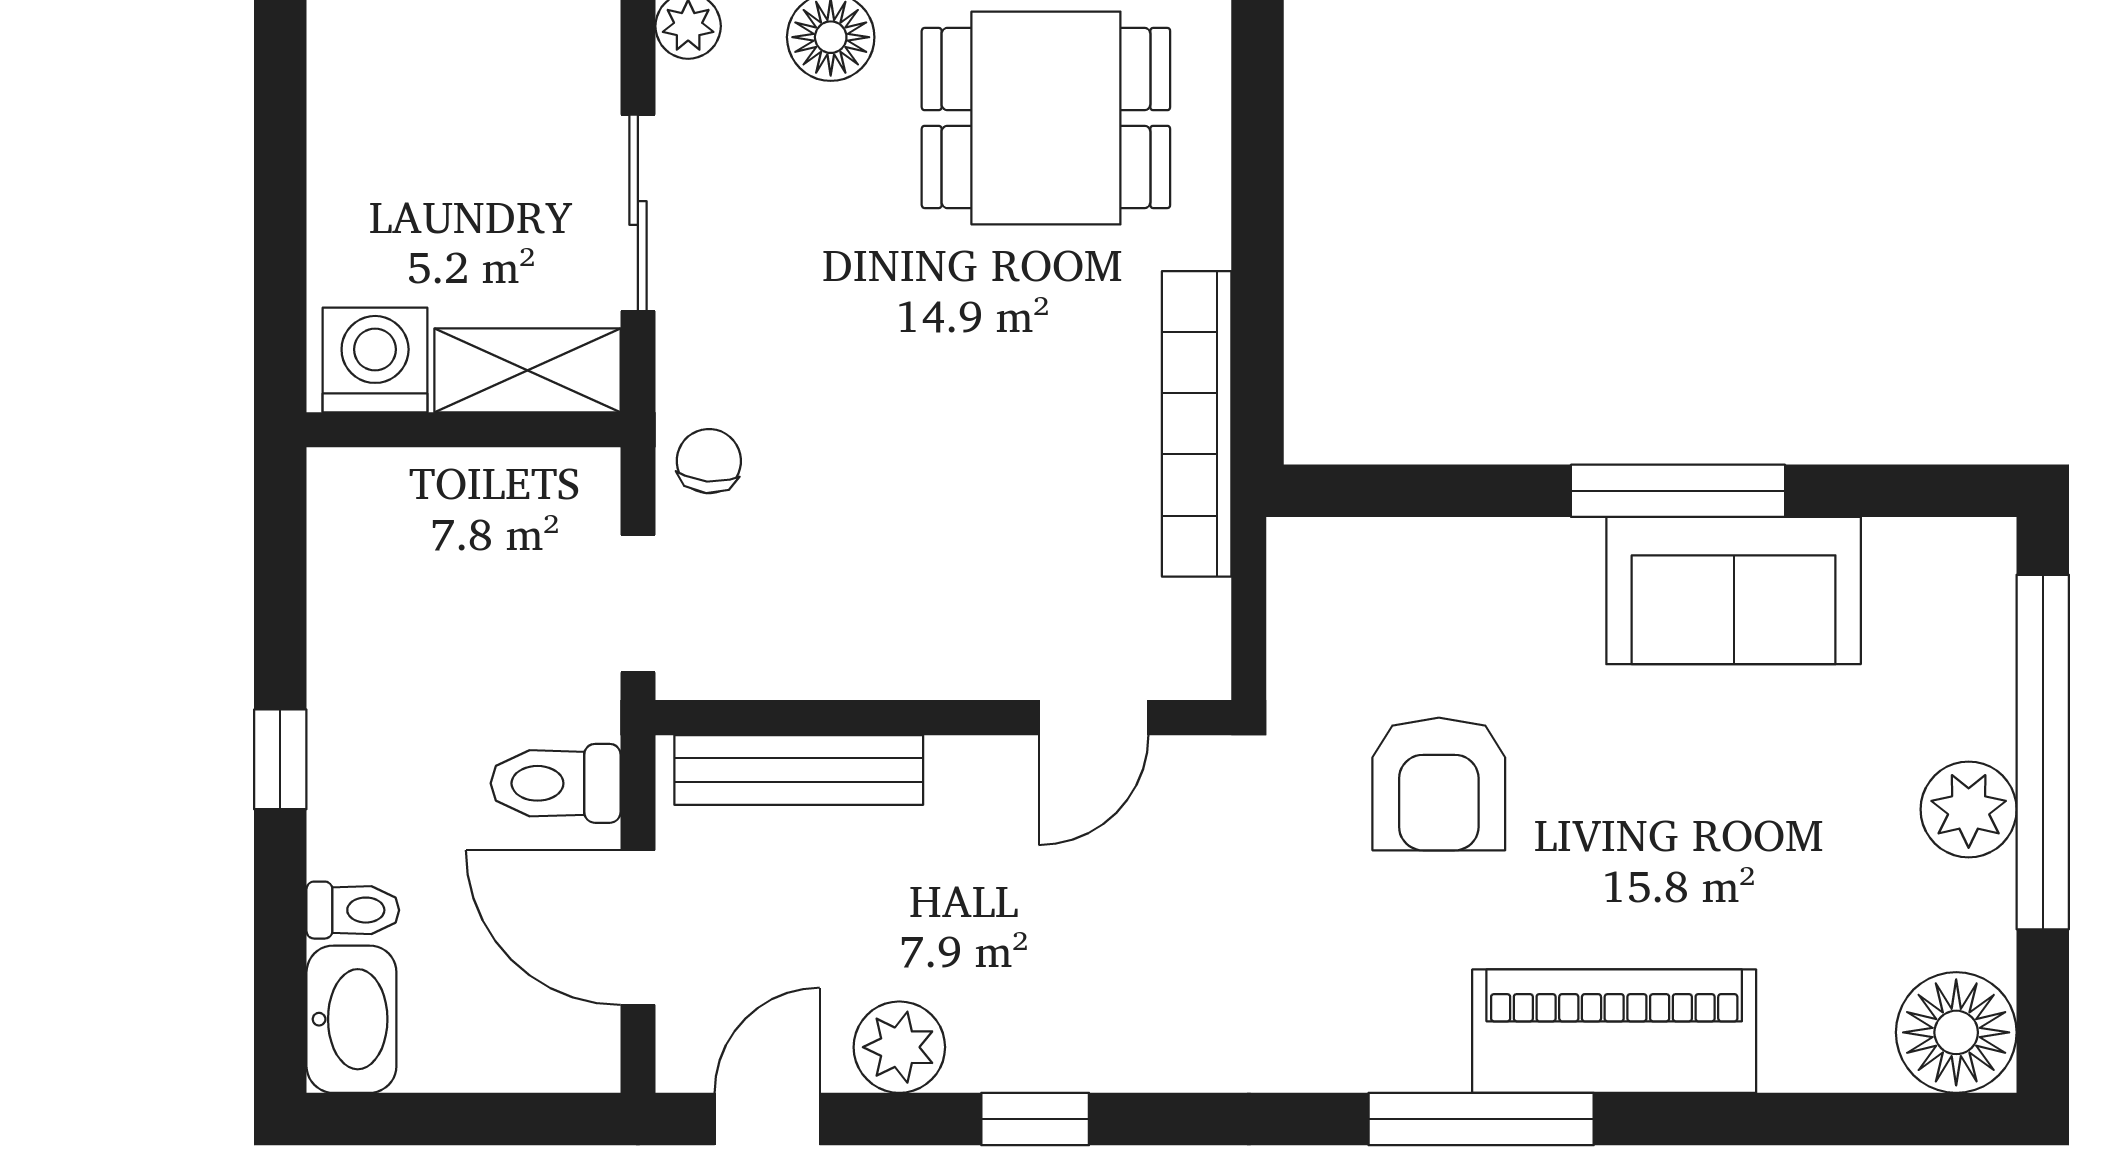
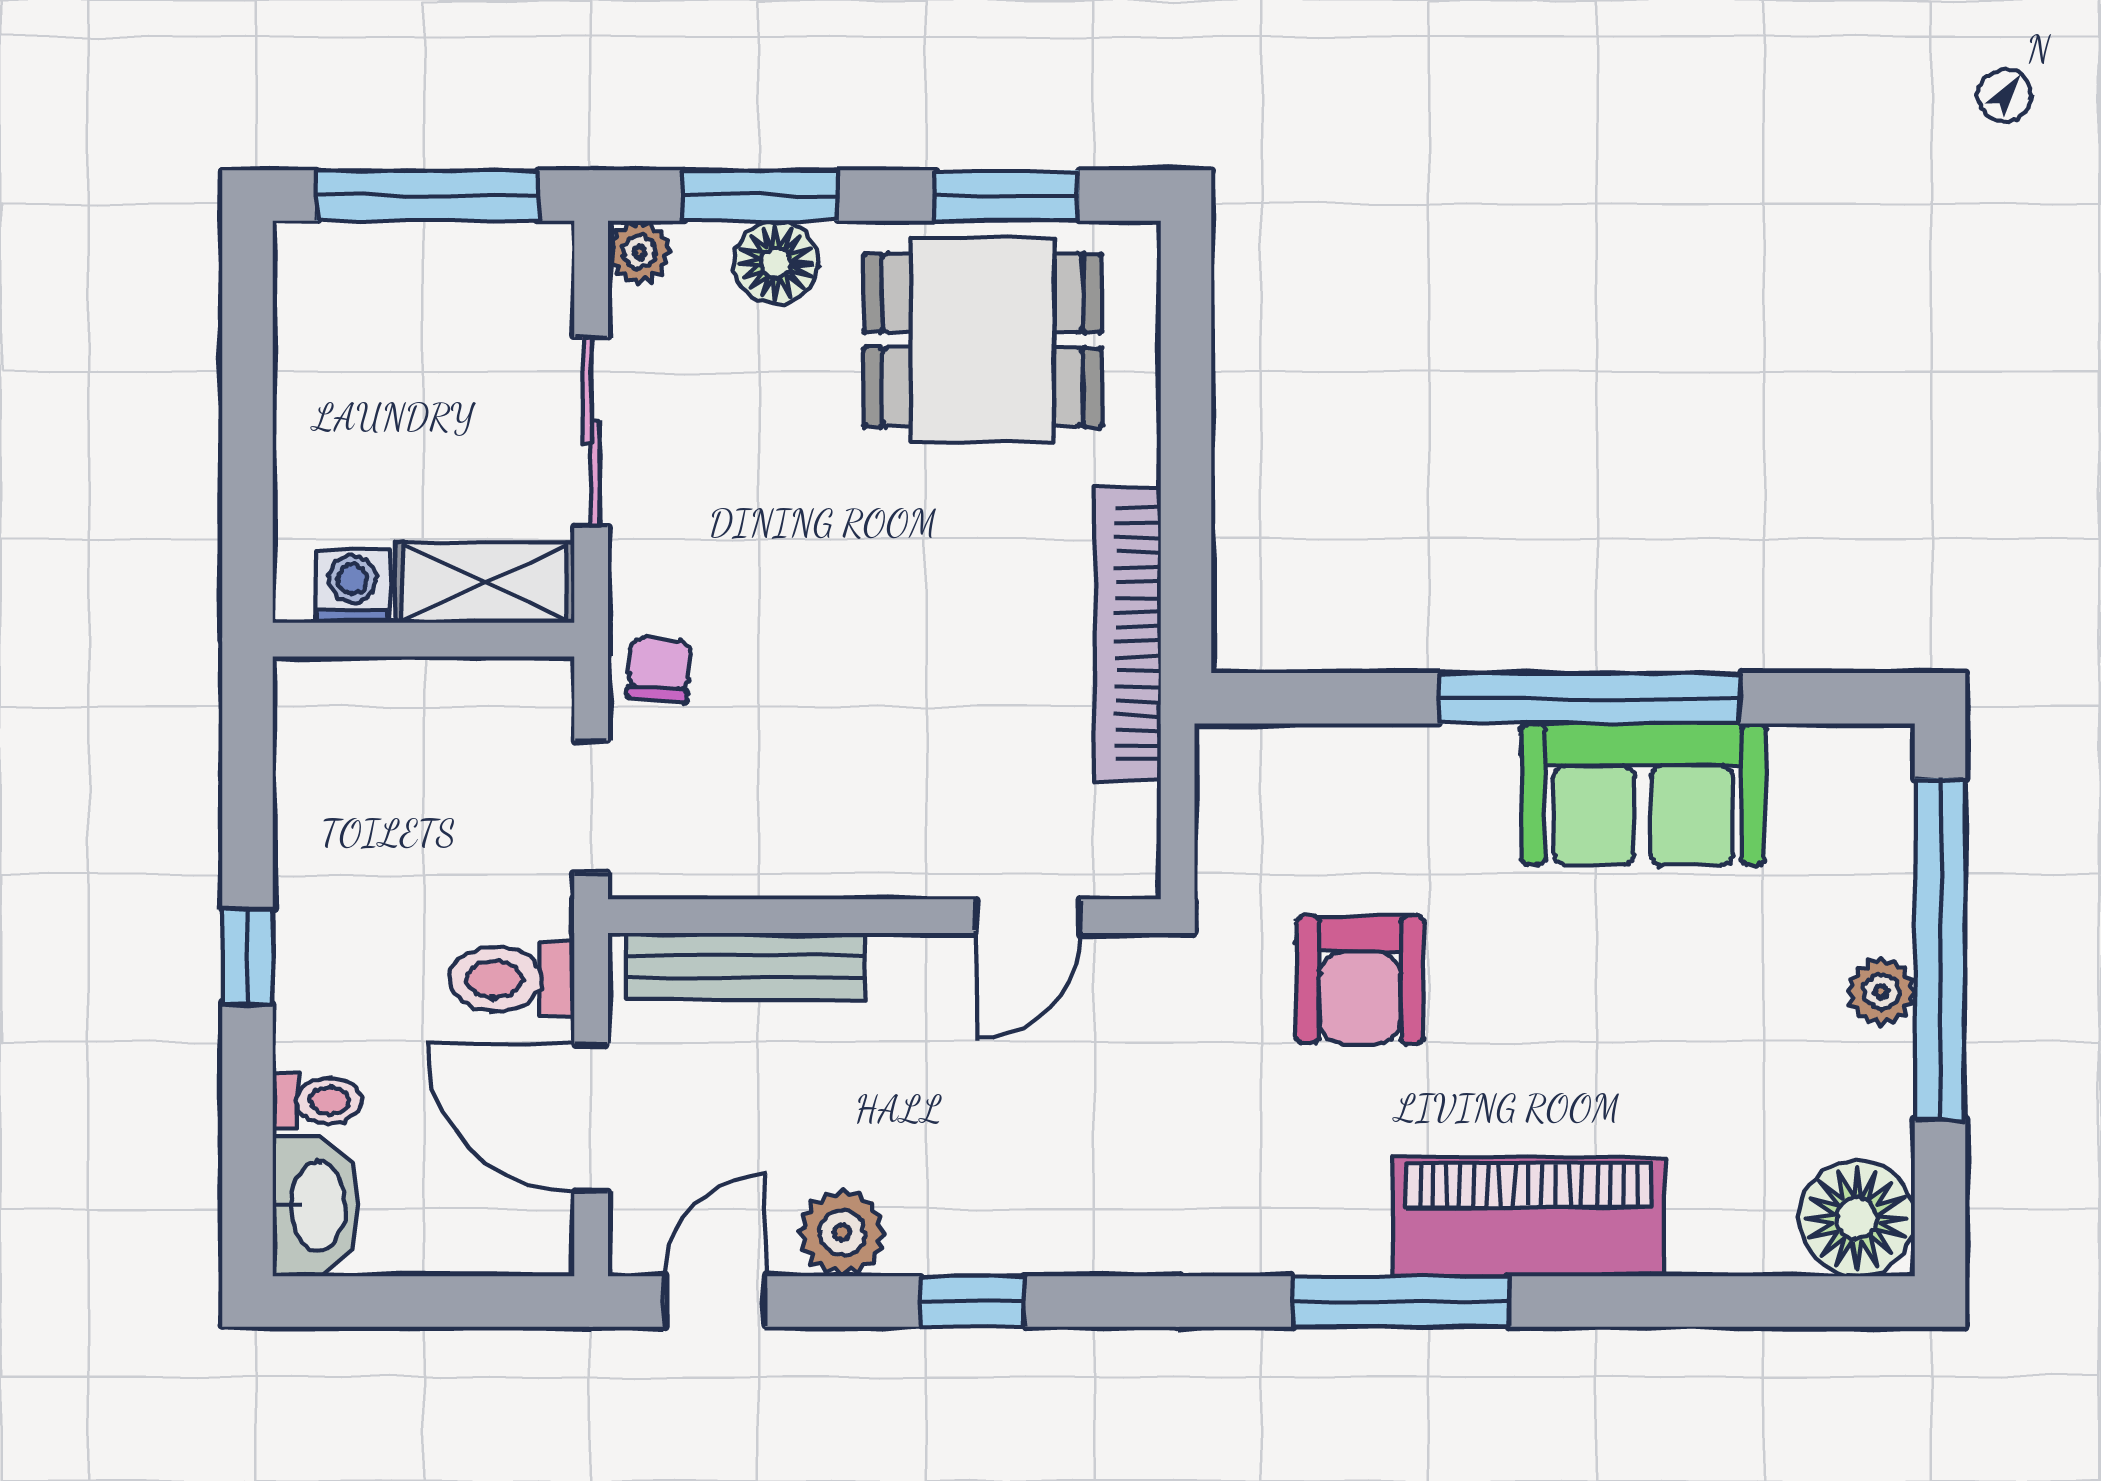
washing machine: (375, 360) -> (352, 586), width x0.73, depth x0.73
window: (1678, 491) -> (1590, 698), width x1.46
plant: (1969, 809) -> (1881, 992), width x0.73, depth x0.73

